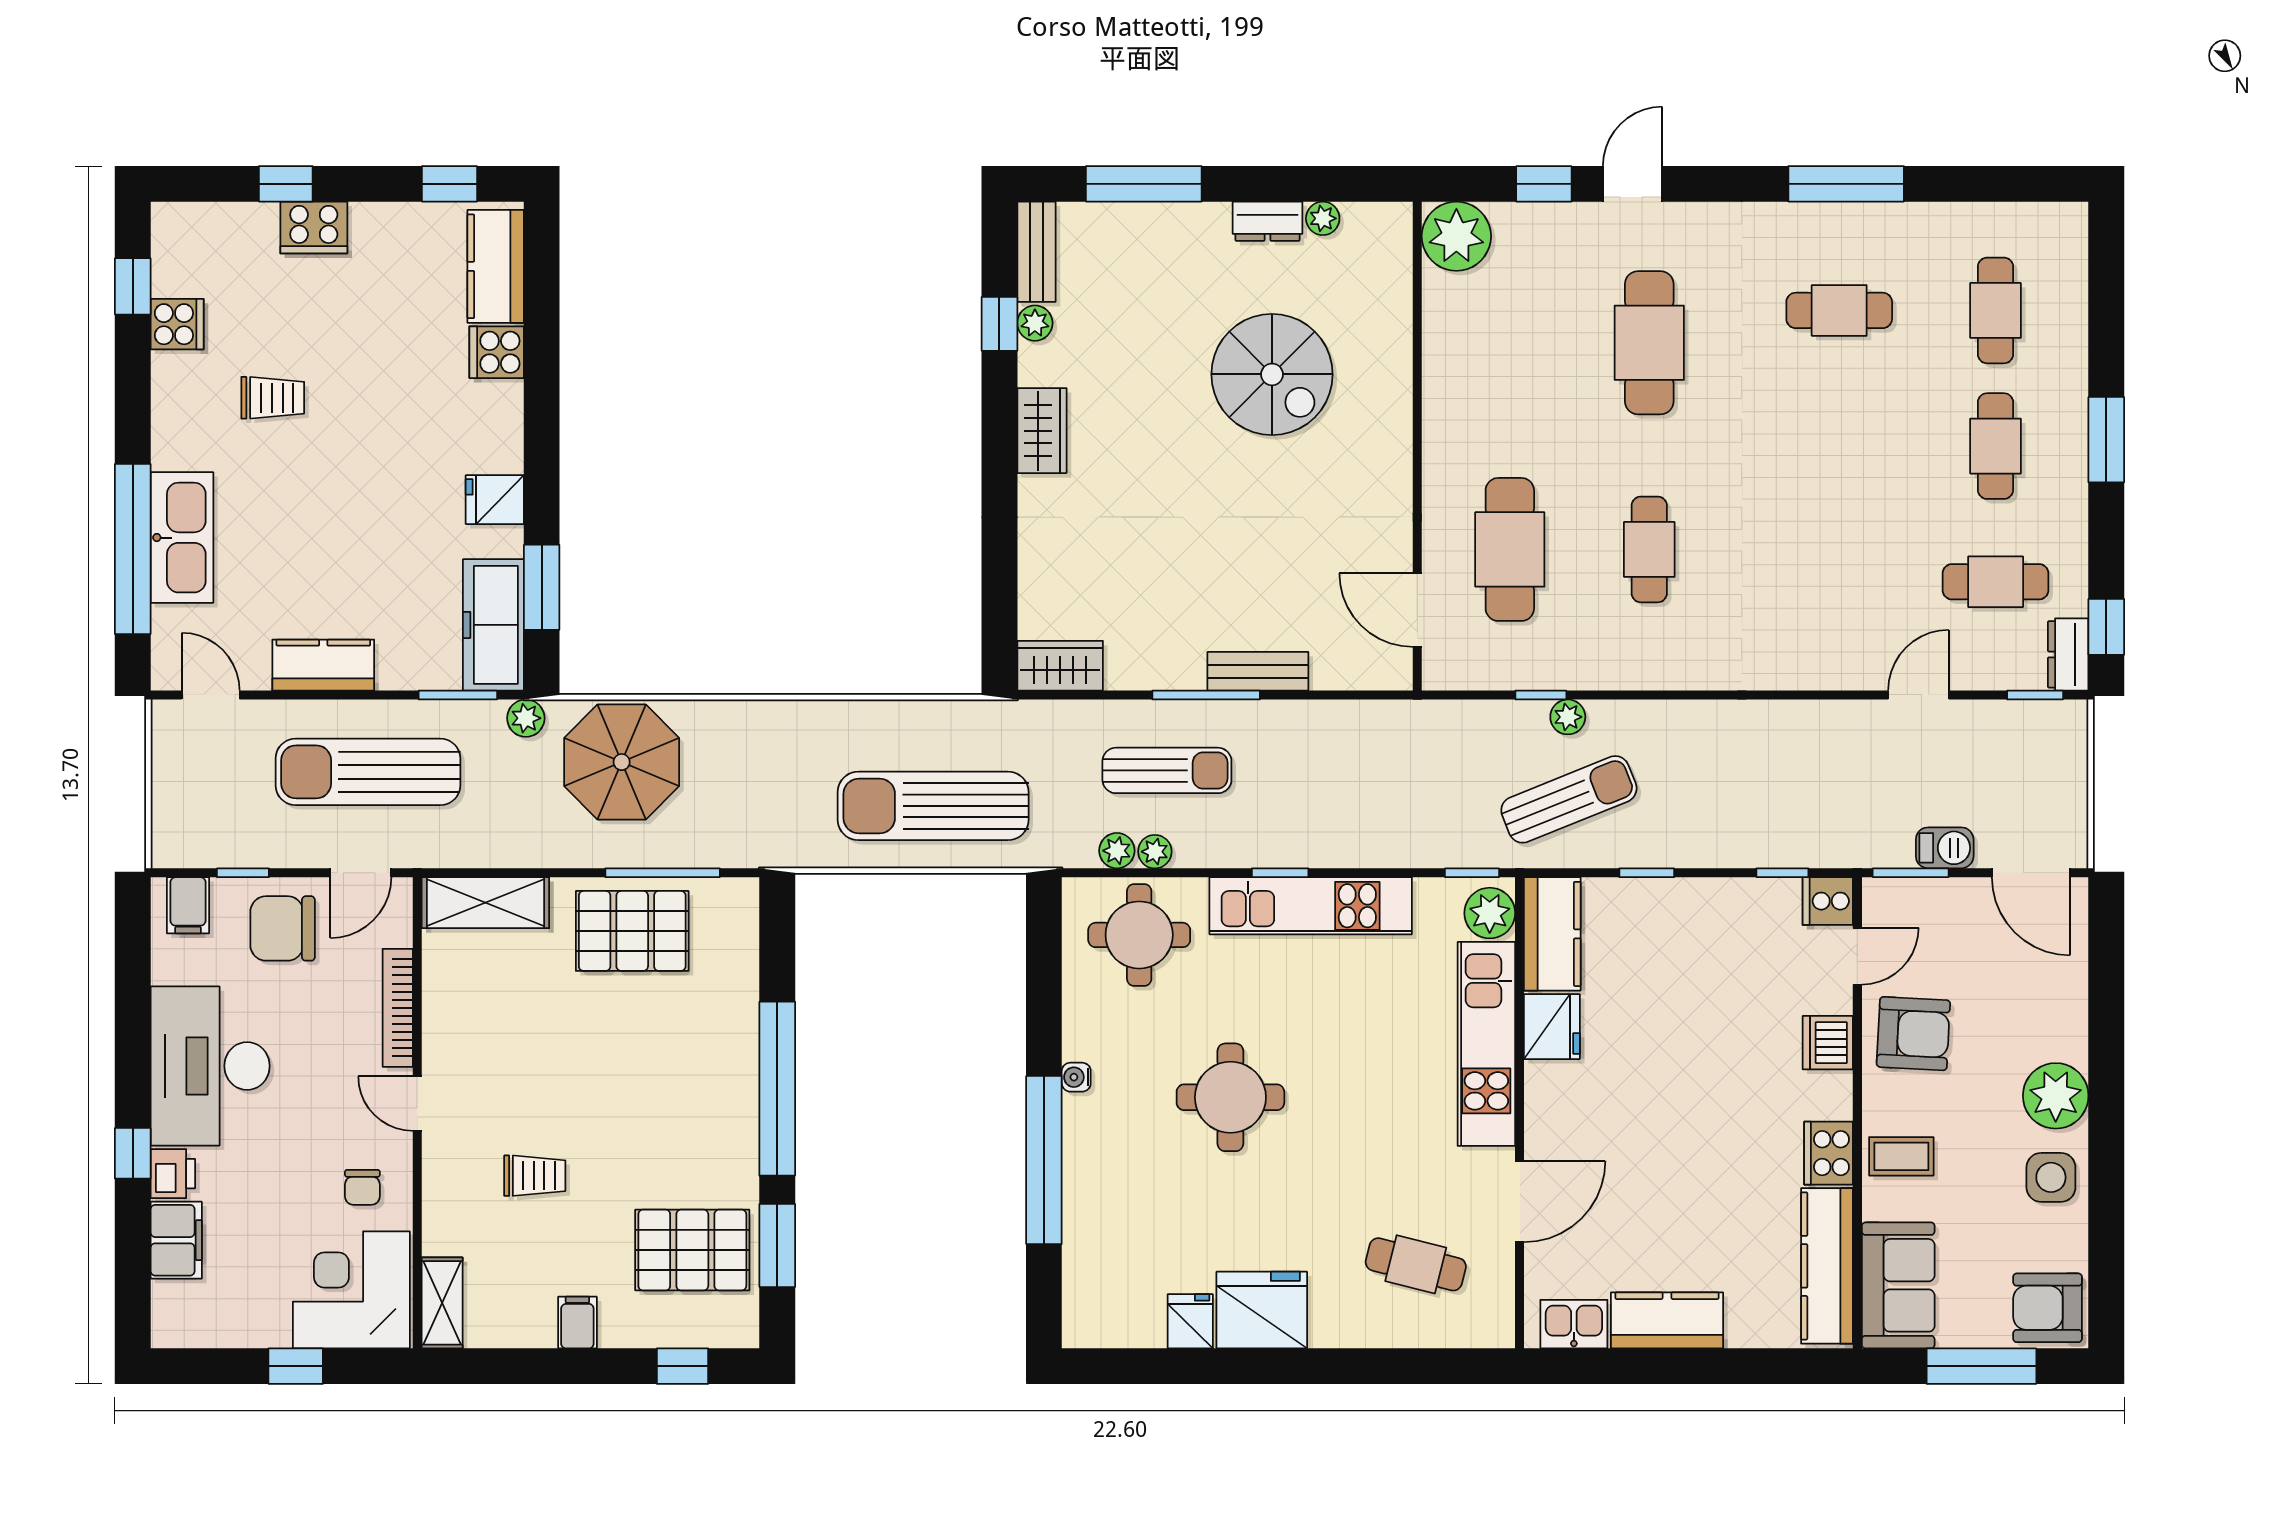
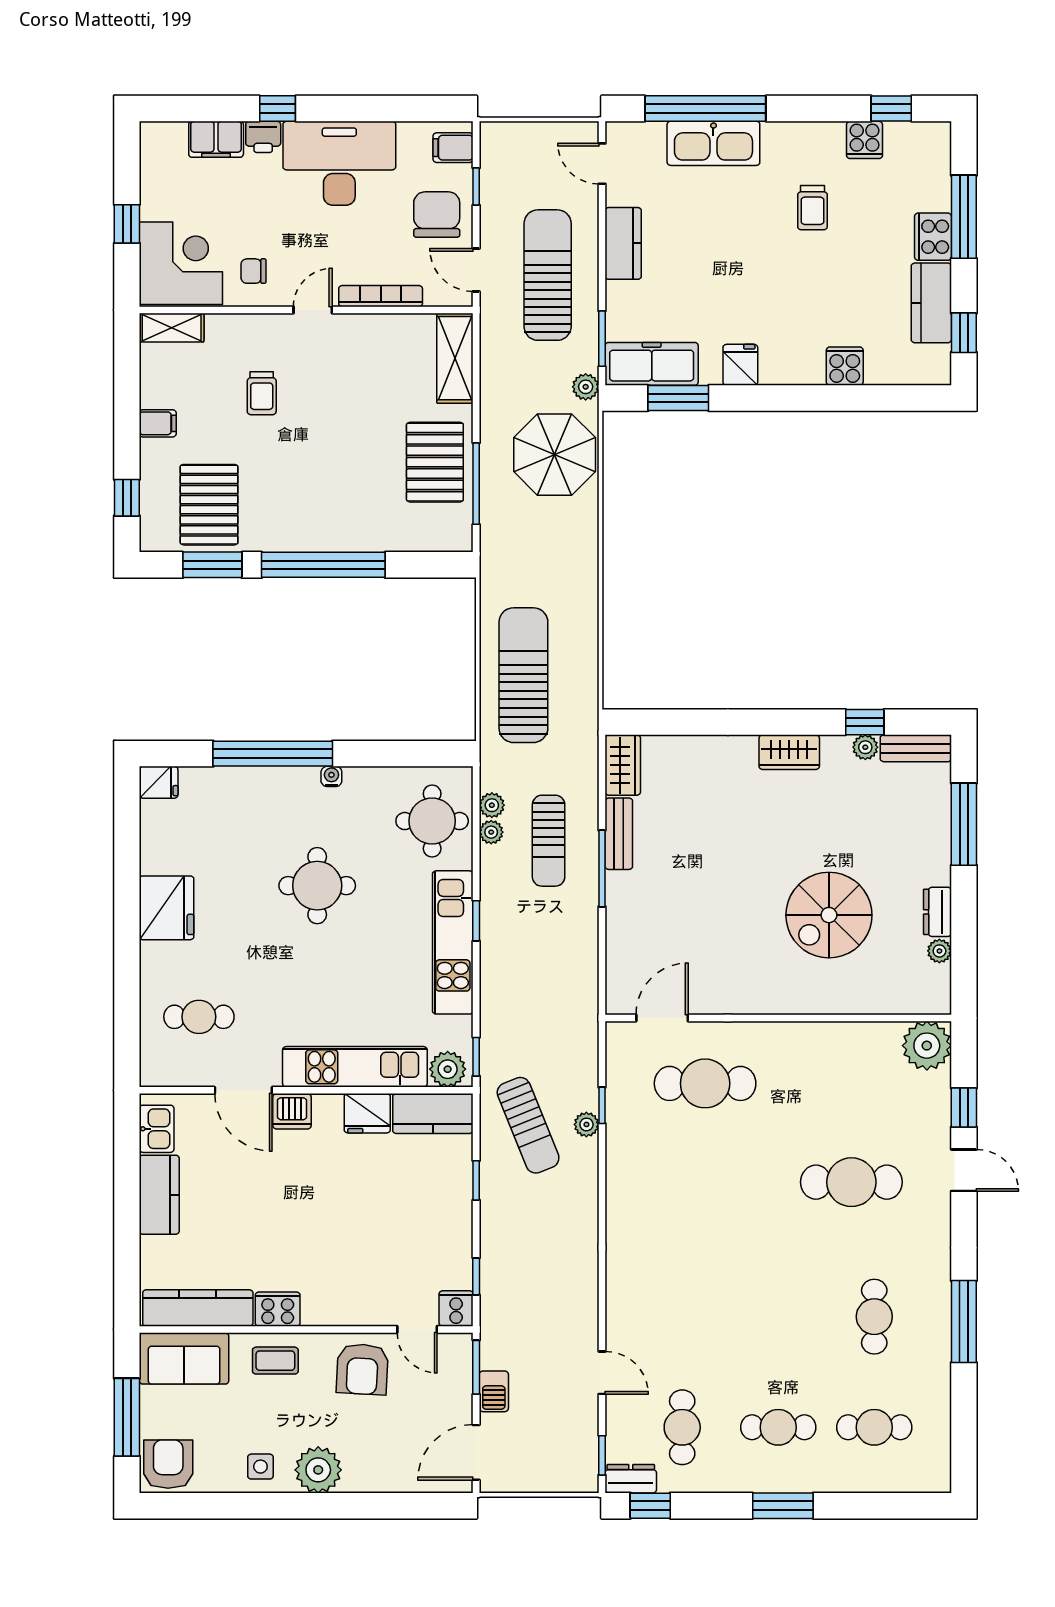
window: (286, 184) -> (964, 217), width x2.17
kitchen counter: (496, 266) -> (931, 303), moved, turned -90
cafe table: (1649, 549) -> (705, 1182), removed
bench: (1258, 671) -> (619, 834), moved
door: (211, 695) -> (602, 164), swing flipped
dishwasher: (1828, 1043) -> (292, 1111), moved, turned 180
coffee table: (1901, 1156) -> (275, 1361), turned 90
side table: (2051, 1177) -> (260, 1467), width x0.73, depth x0.73
cafe table: (1416, 1264) -> (199, 1017), turned 76
fridge: (1190, 1321) -> (159, 782), moved

